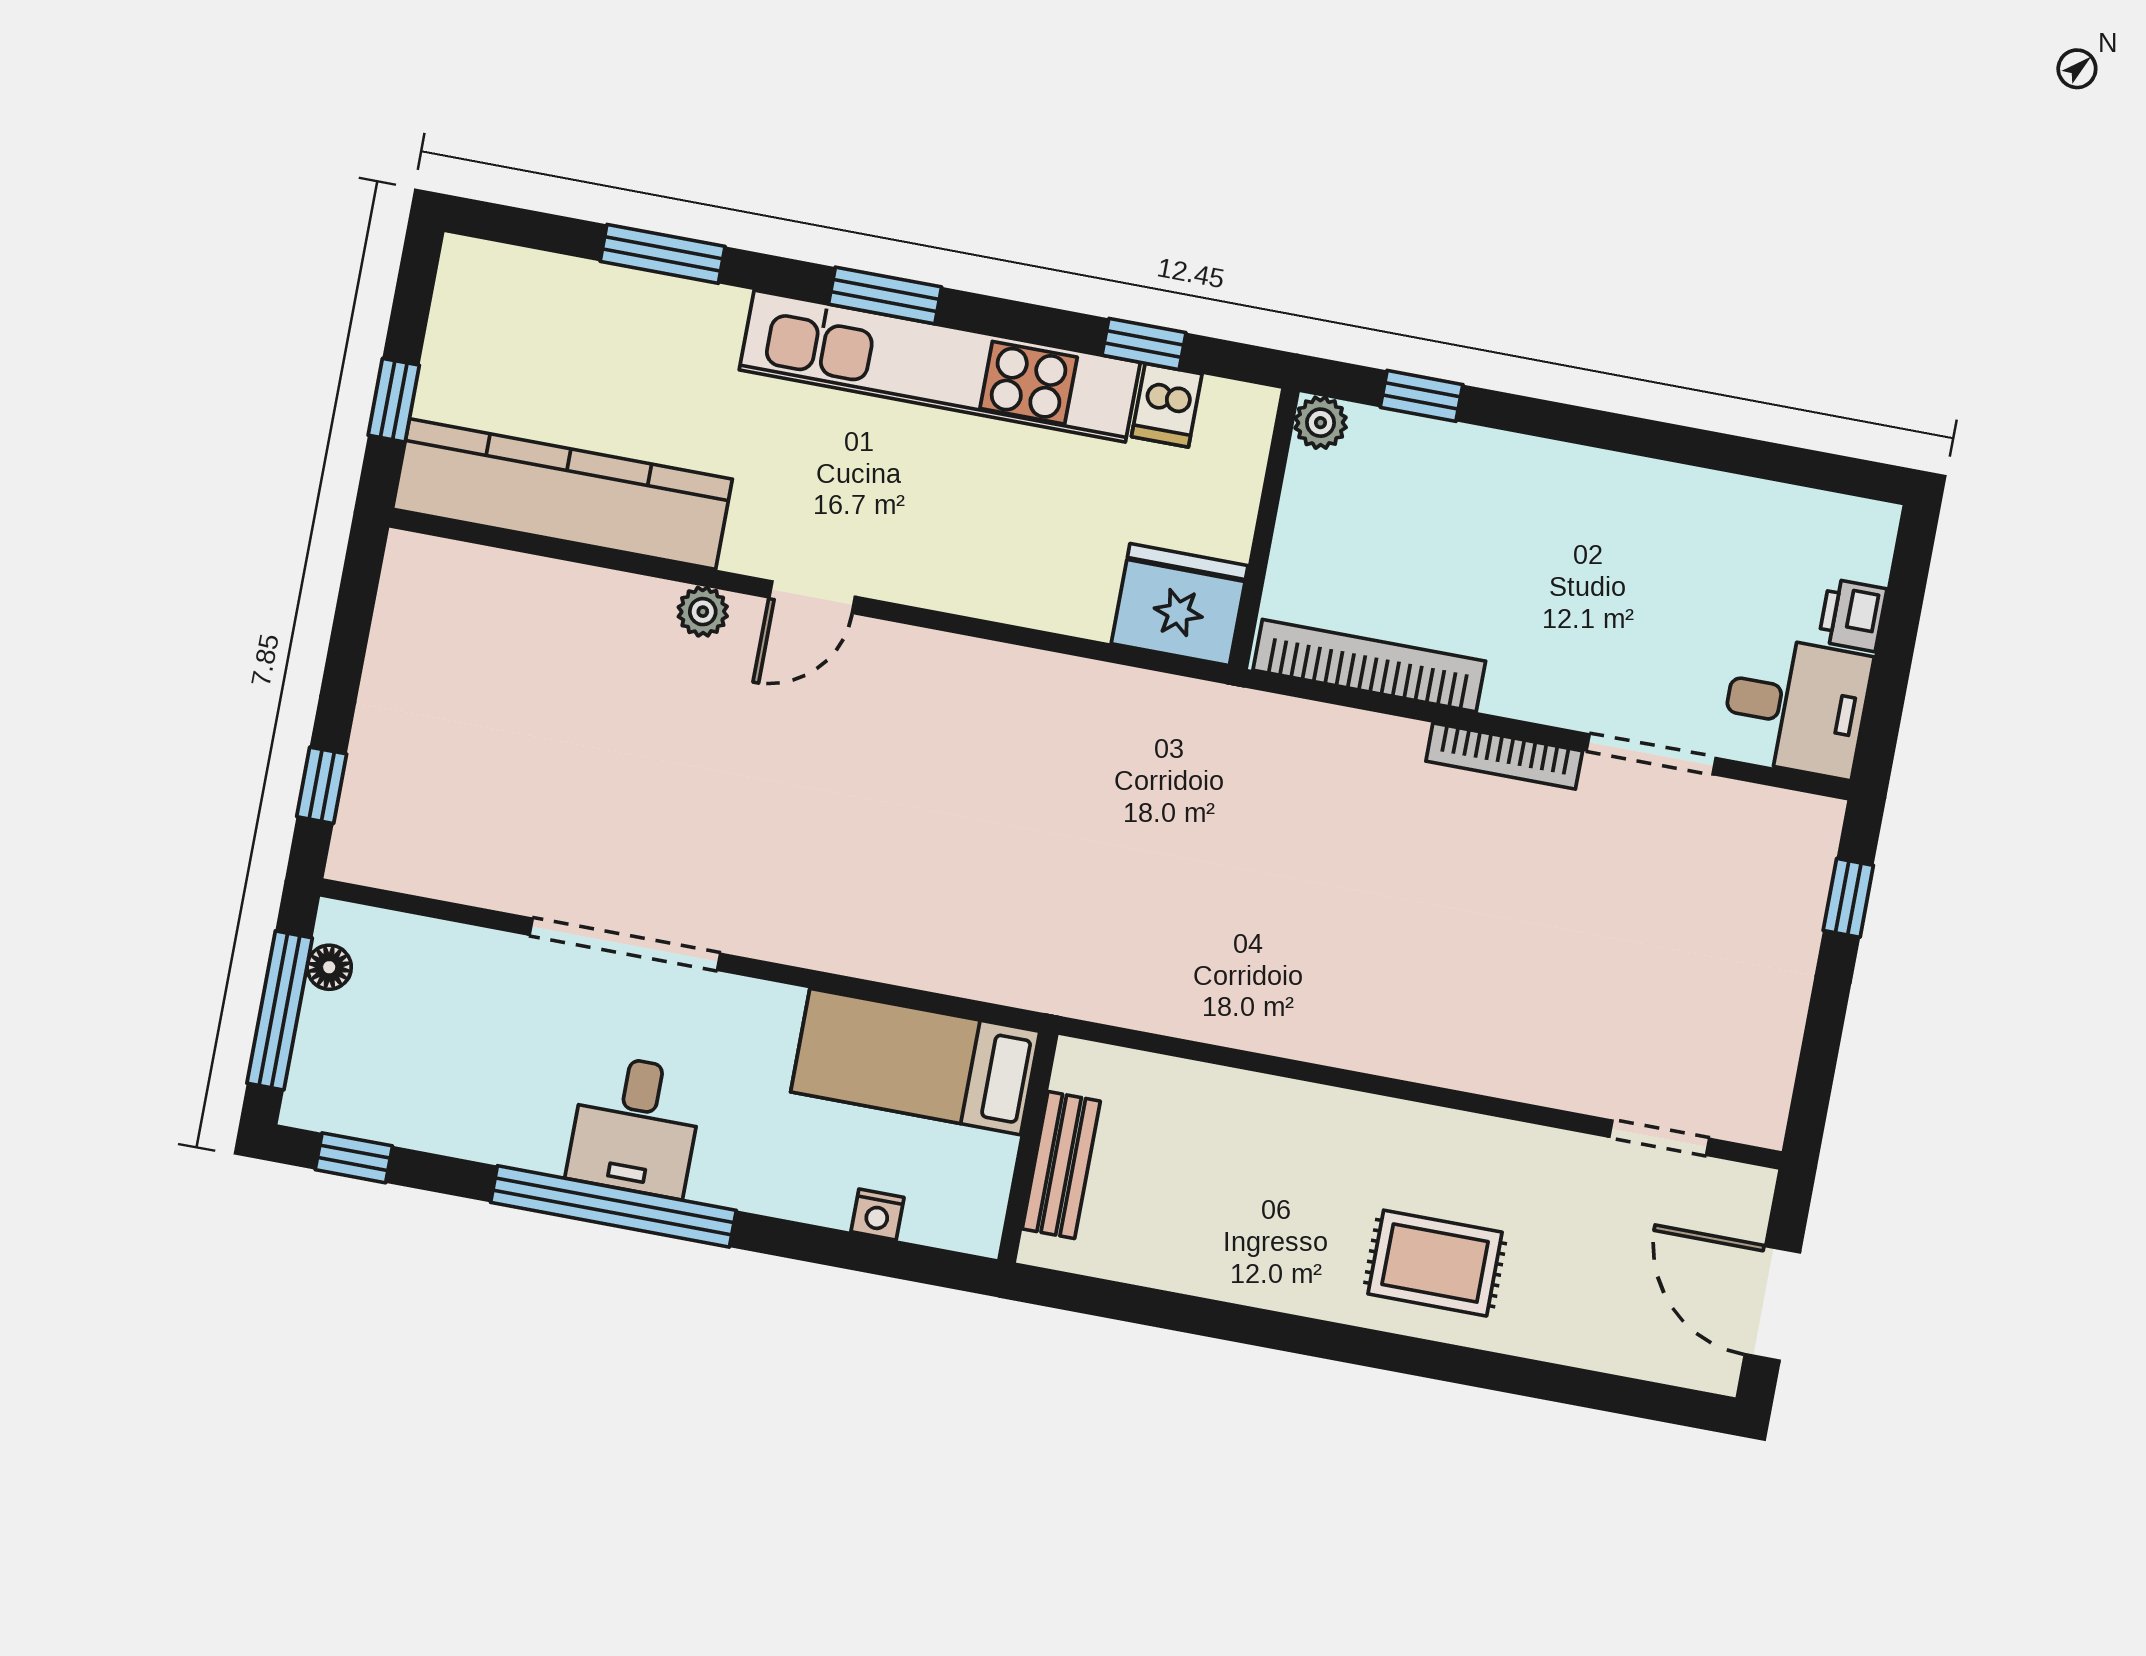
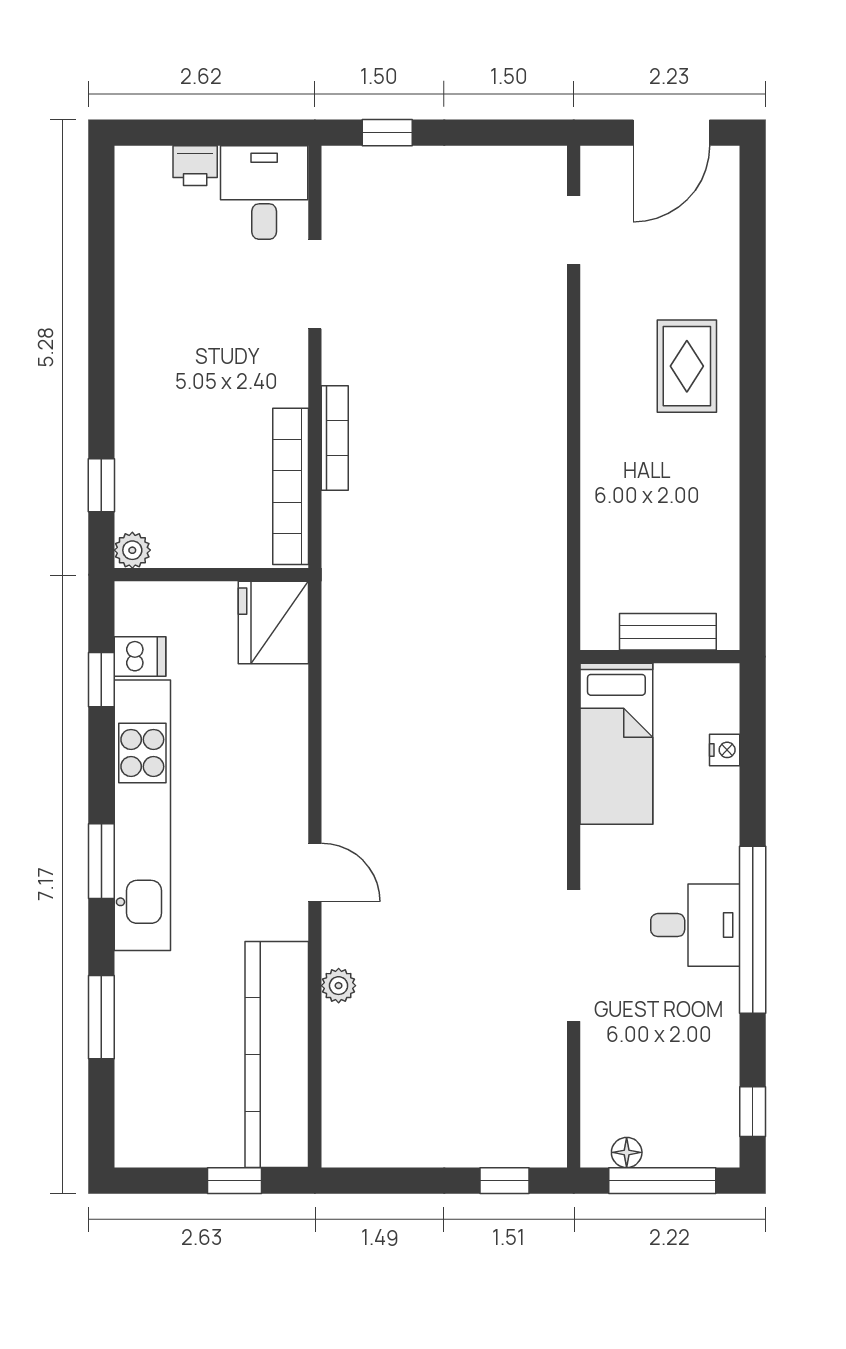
plant: (703, 612) -> (339, 986), moved
bookcase: (1504, 756) -> (335, 438), moved

